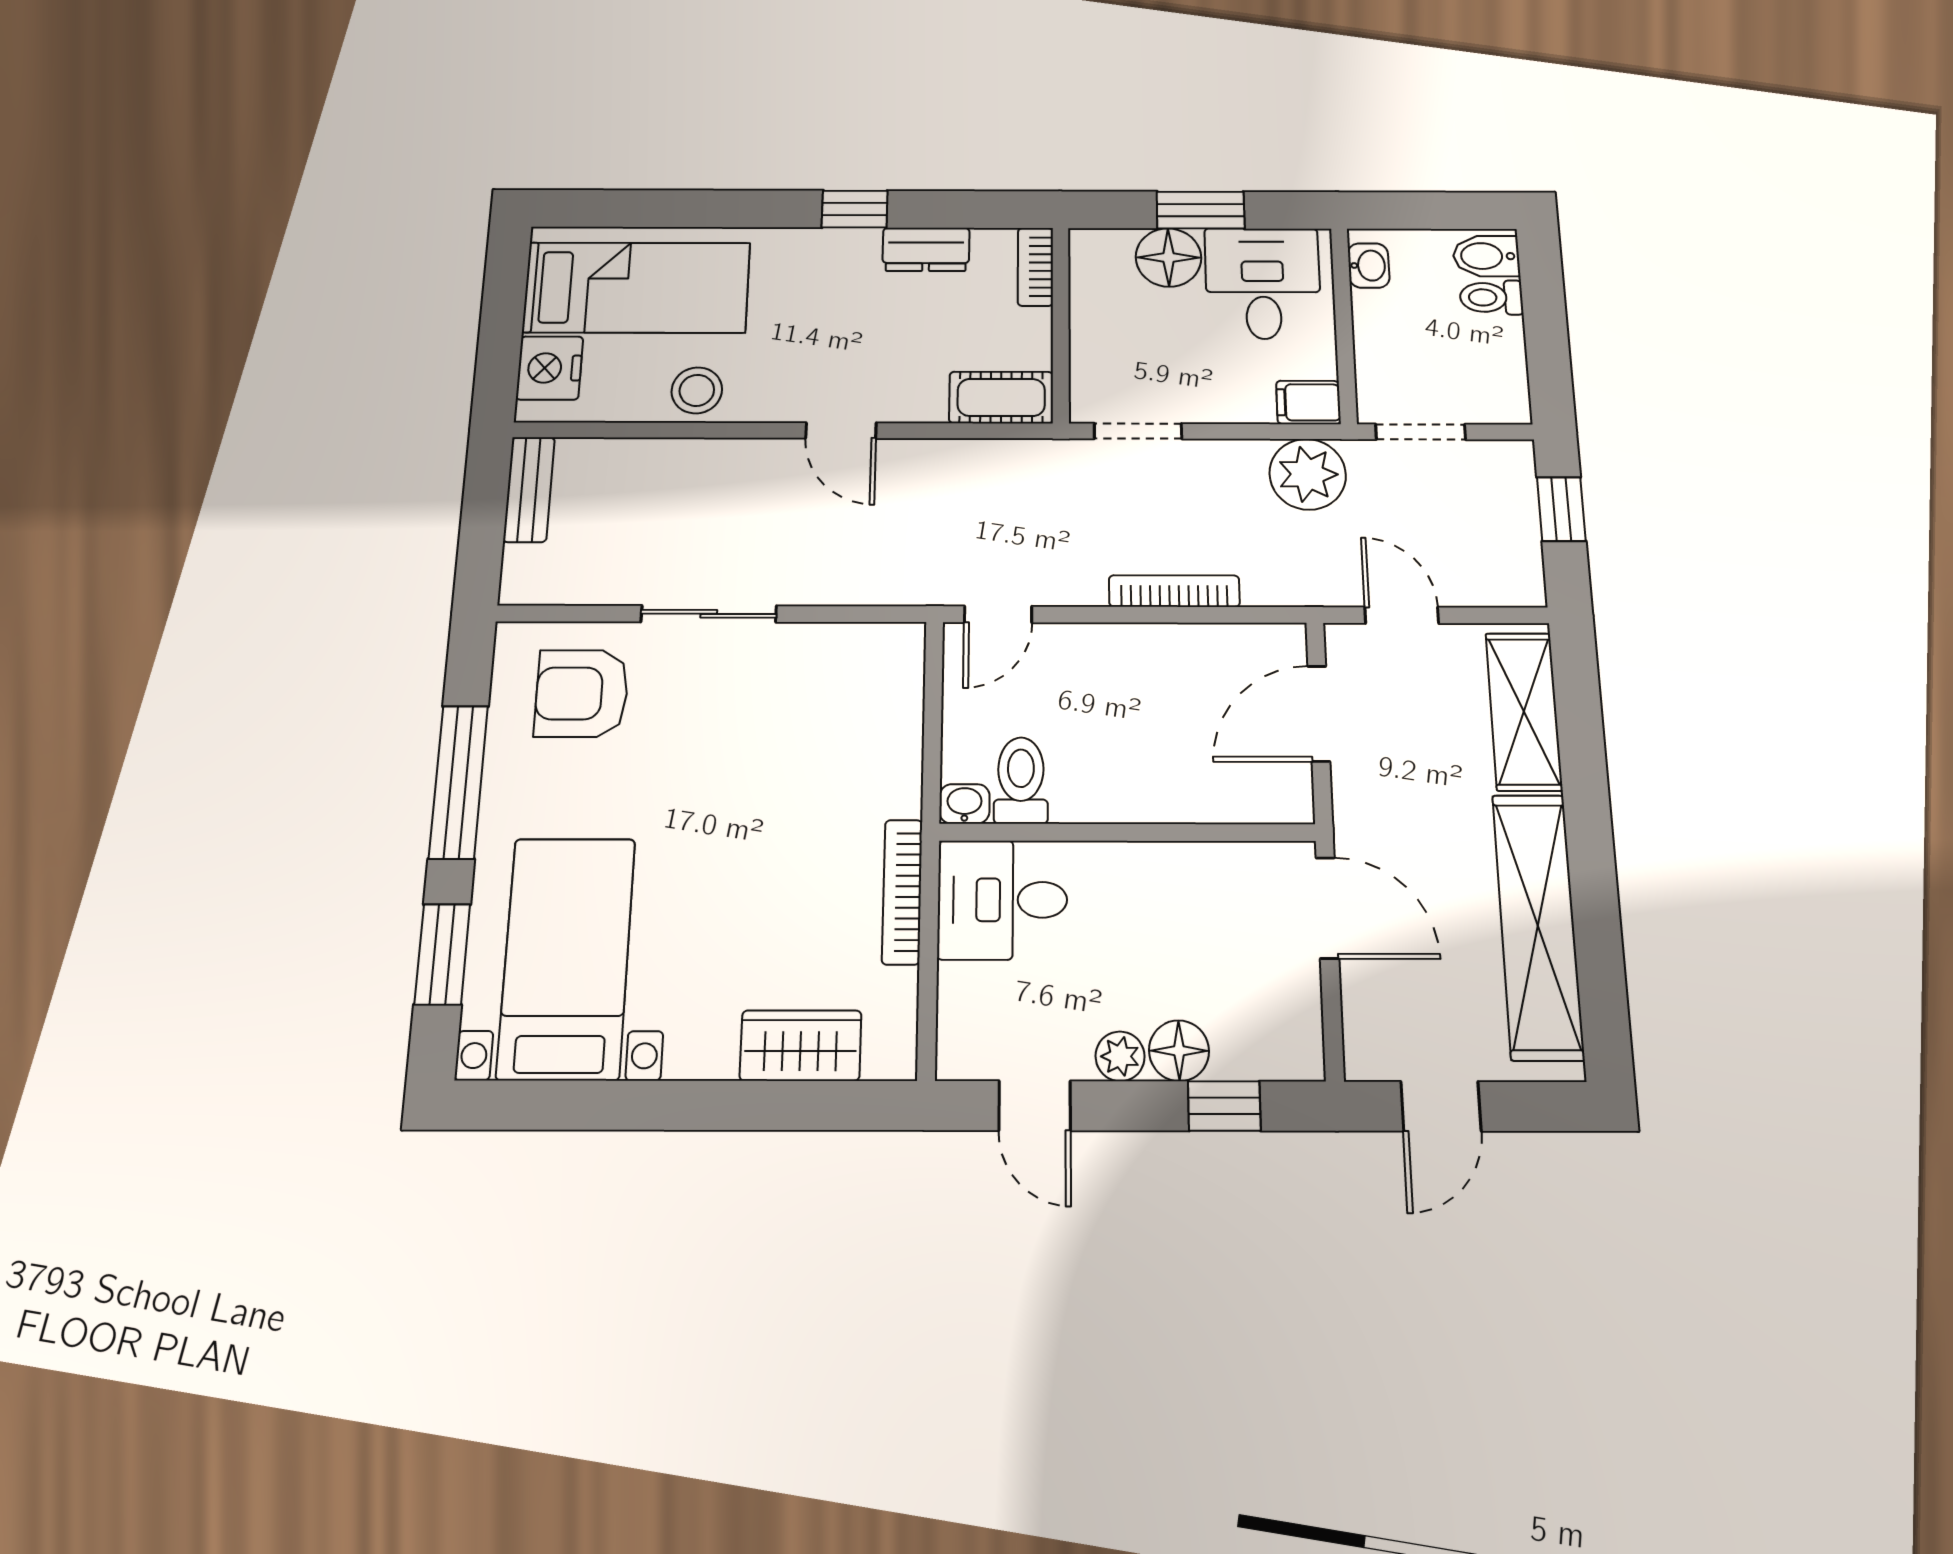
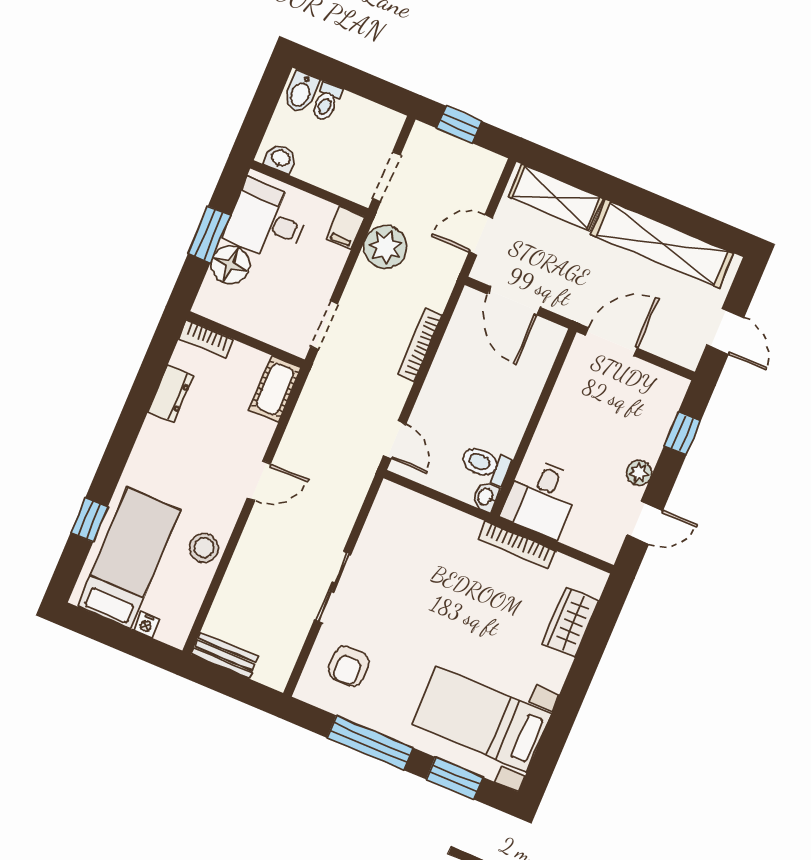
window: (855, 209) -> (89, 520), moved
nightstand: (550, 368) -> (147, 625), width x0.53, depth x0.56
armchair: (582, 693) -> (349, 666), width x0.72, depth x0.72
floor lamp: (1179, 1051) -> (648, 444), removed

